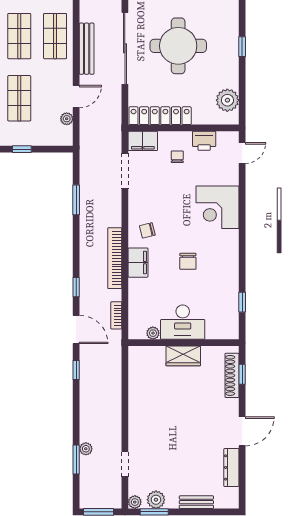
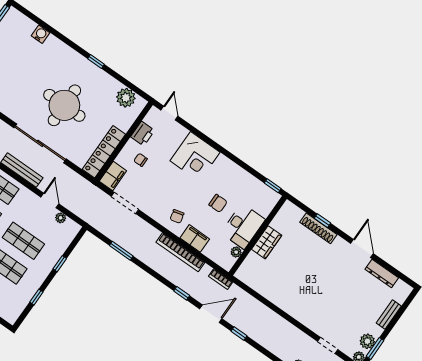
desk: (183, 322) -> (243, 226), moved
plant: (153, 333) -> (236, 252), moved
wall: (184, 343) -> (258, 236), moved
wardrobe: (183, 356) -> (267, 242), moved

